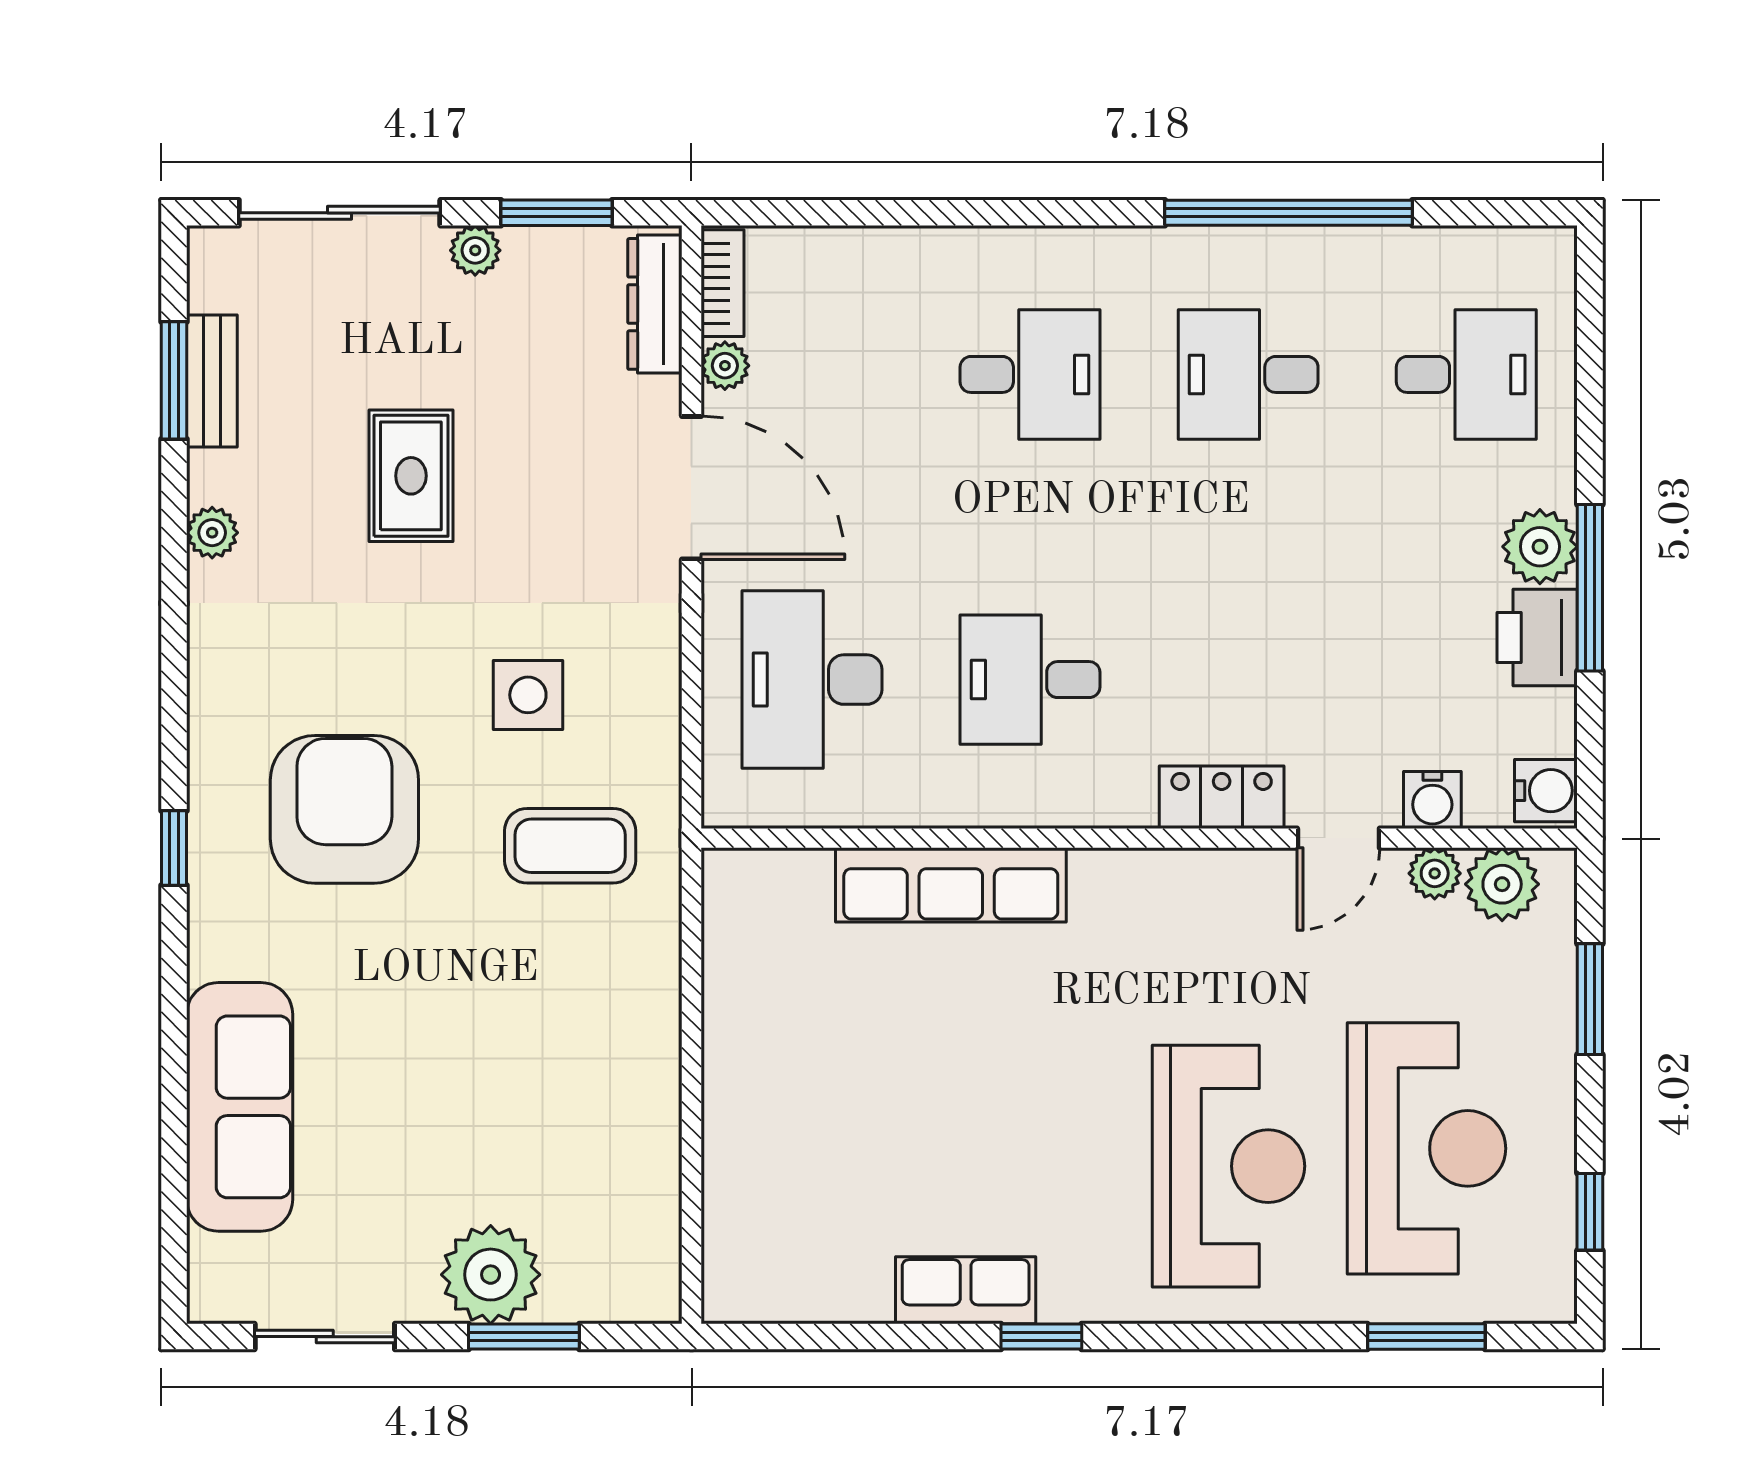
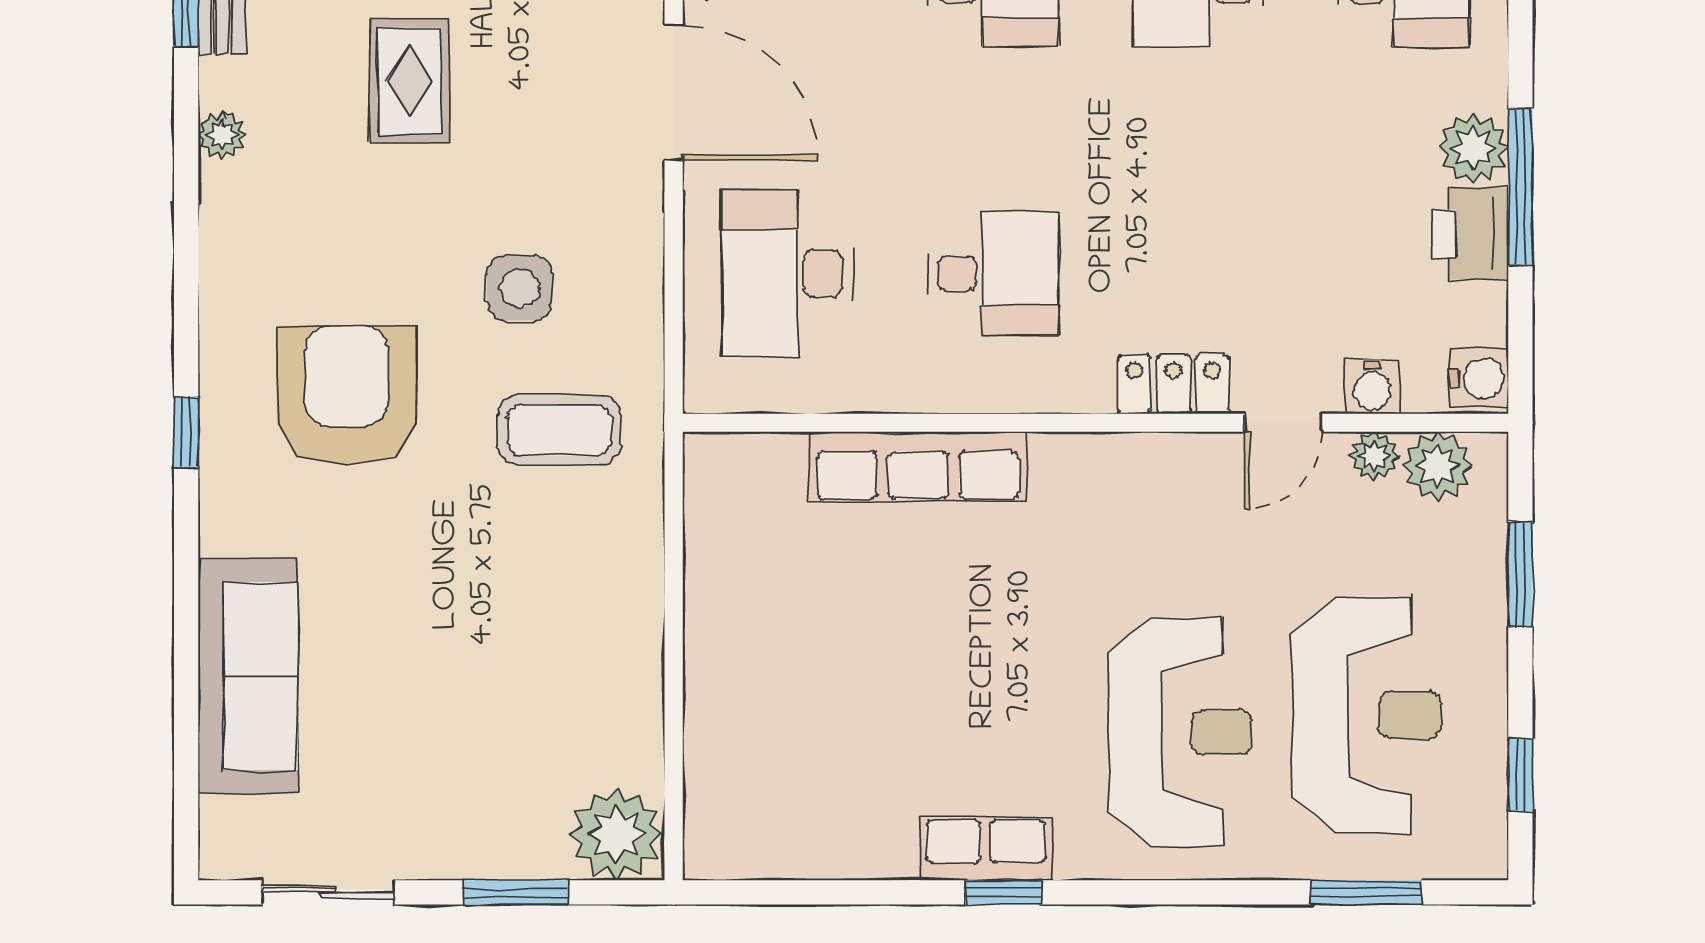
desk: (1030, 680) -> (993, 273), turned 180
plant: (491, 1275) -> (616, 834), moved
row of seats: (966, 1290) -> (986, 849), moved

